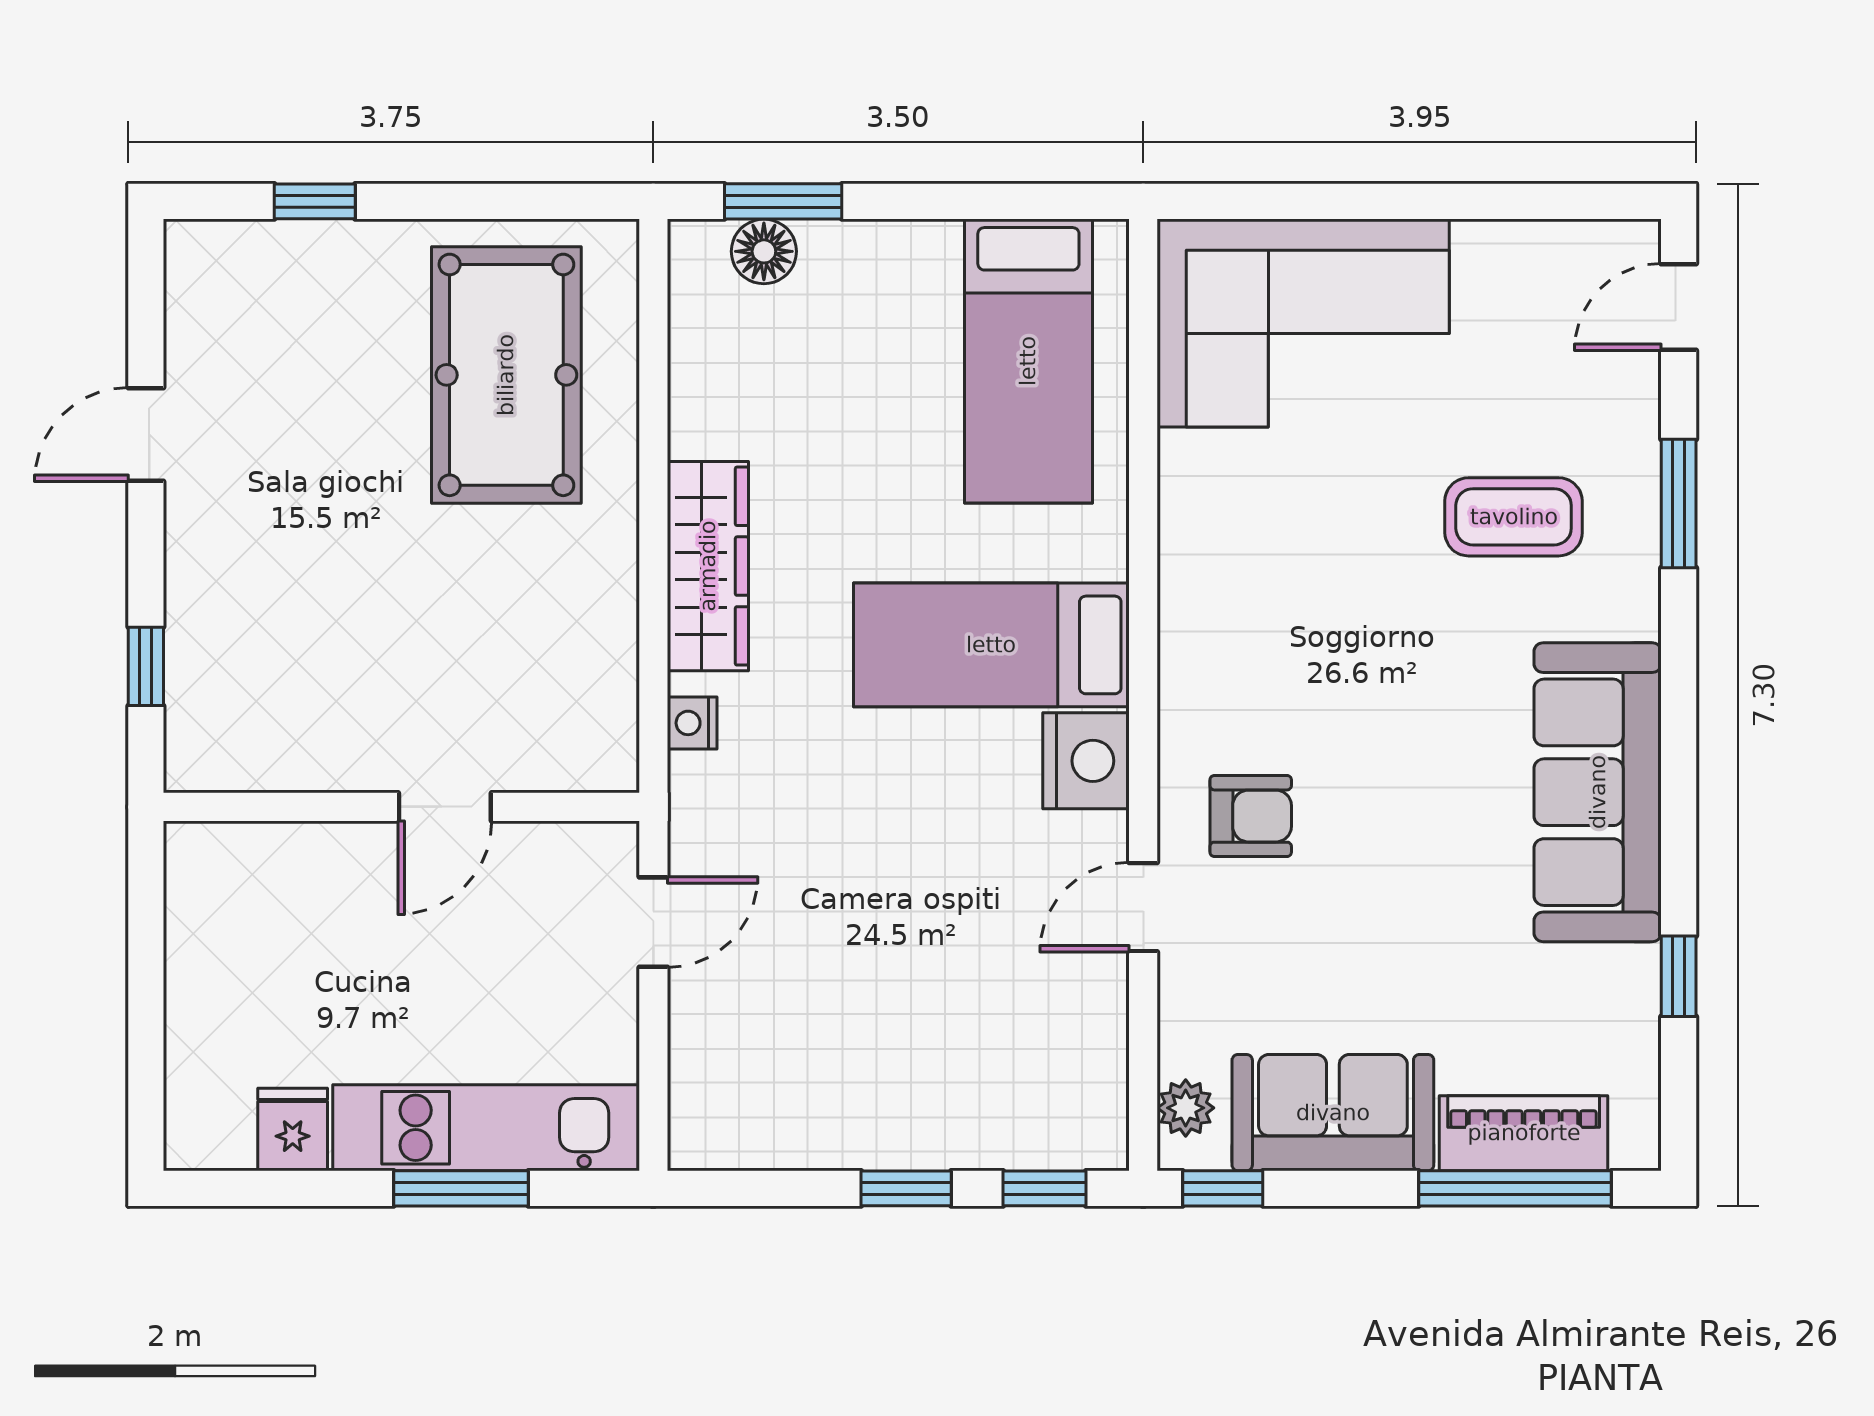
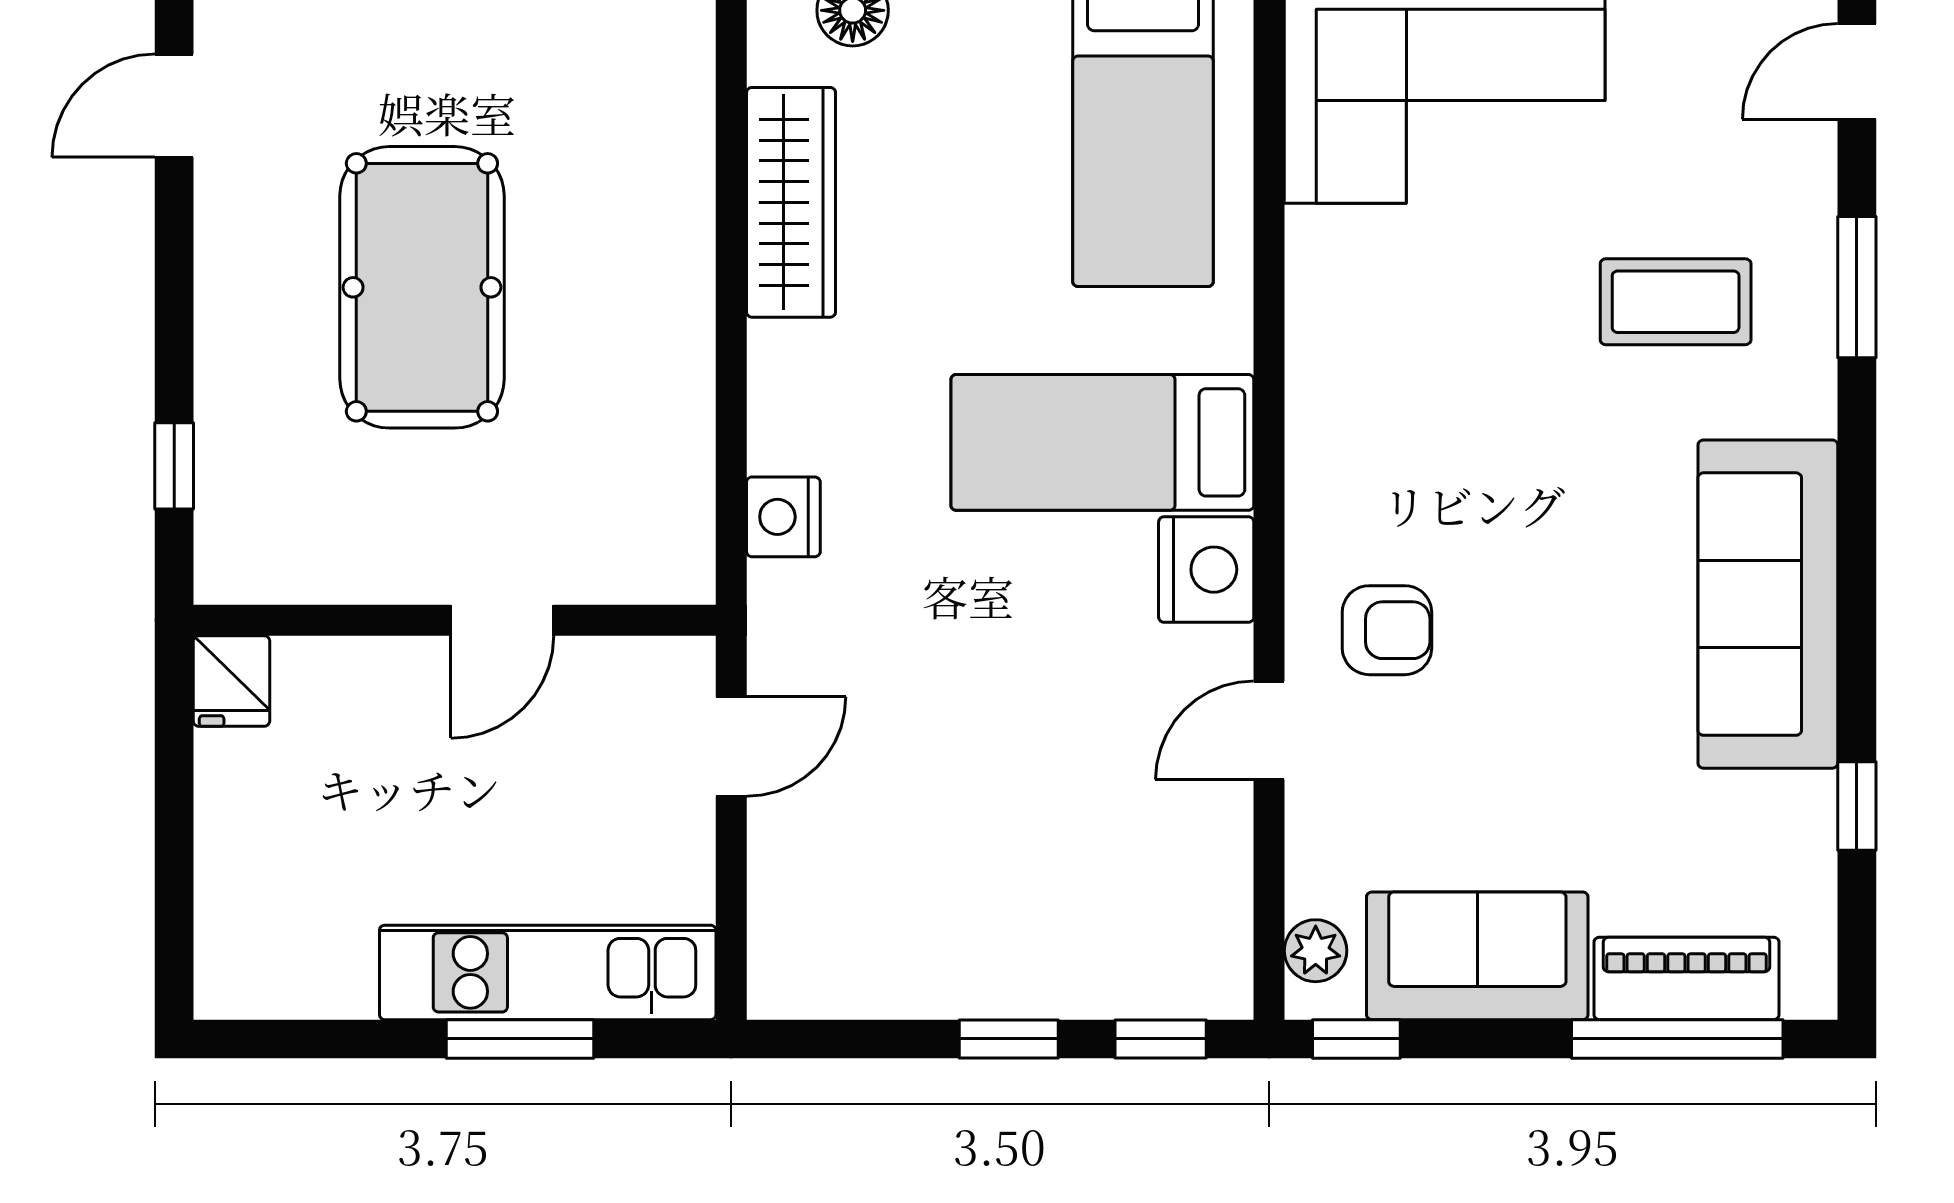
pool table: (506, 375) -> (422, 287), moved
door: (146, 435) -> (174, 106), moved
wardrobe: (708, 566) -> (791, 202), moved
nightstand: (692, 723) -> (783, 517), width x1.39, depth x1.35
fridge: (293, 1130) -> (231, 681), moved, turned 180

